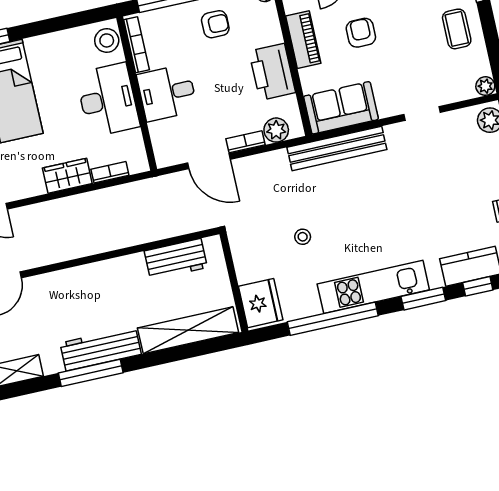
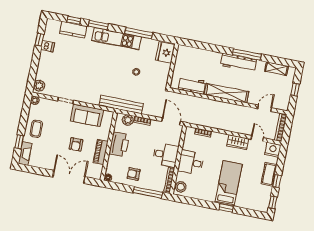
desk: (108, 100) -> (191, 162), width x0.73
sofa: (341, 108) -> (87, 115), moved
bench: (337, 148) -> (121, 105), moved
door: (209, 161) -> (171, 121), moved
wardrobe: (67, 176) -> (238, 142), moved
window: (333, 319) -> (139, 33), width x0.68
shelving: (188, 330) -> (226, 93), moved

